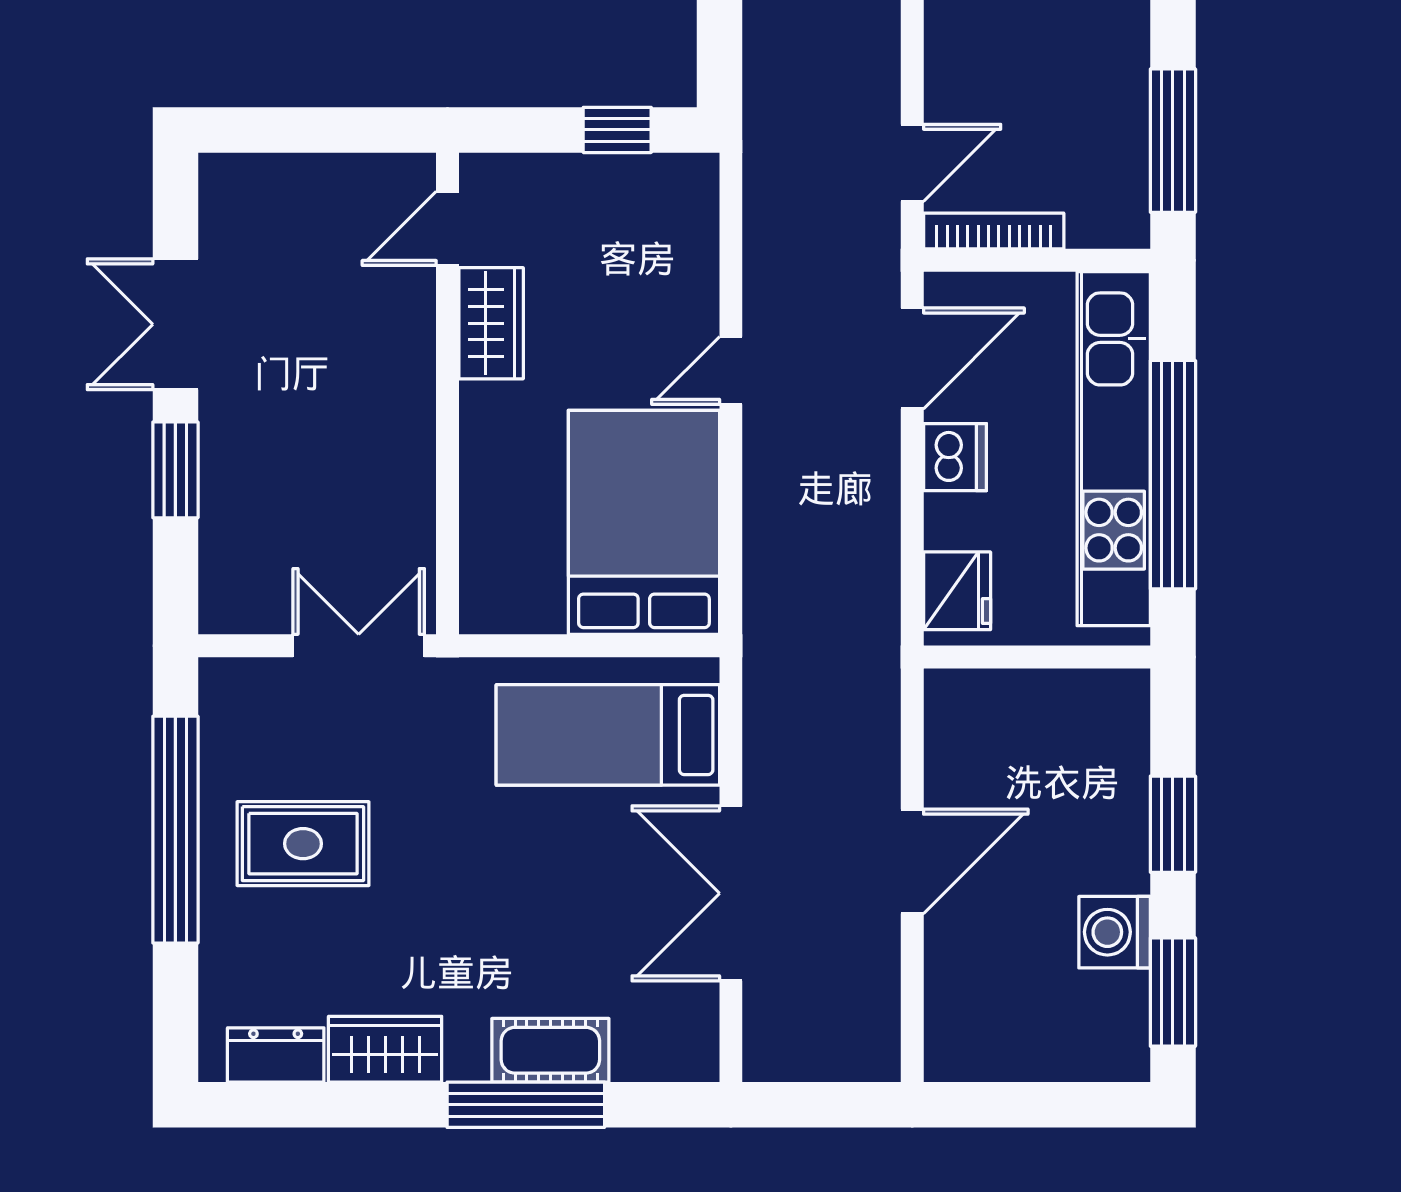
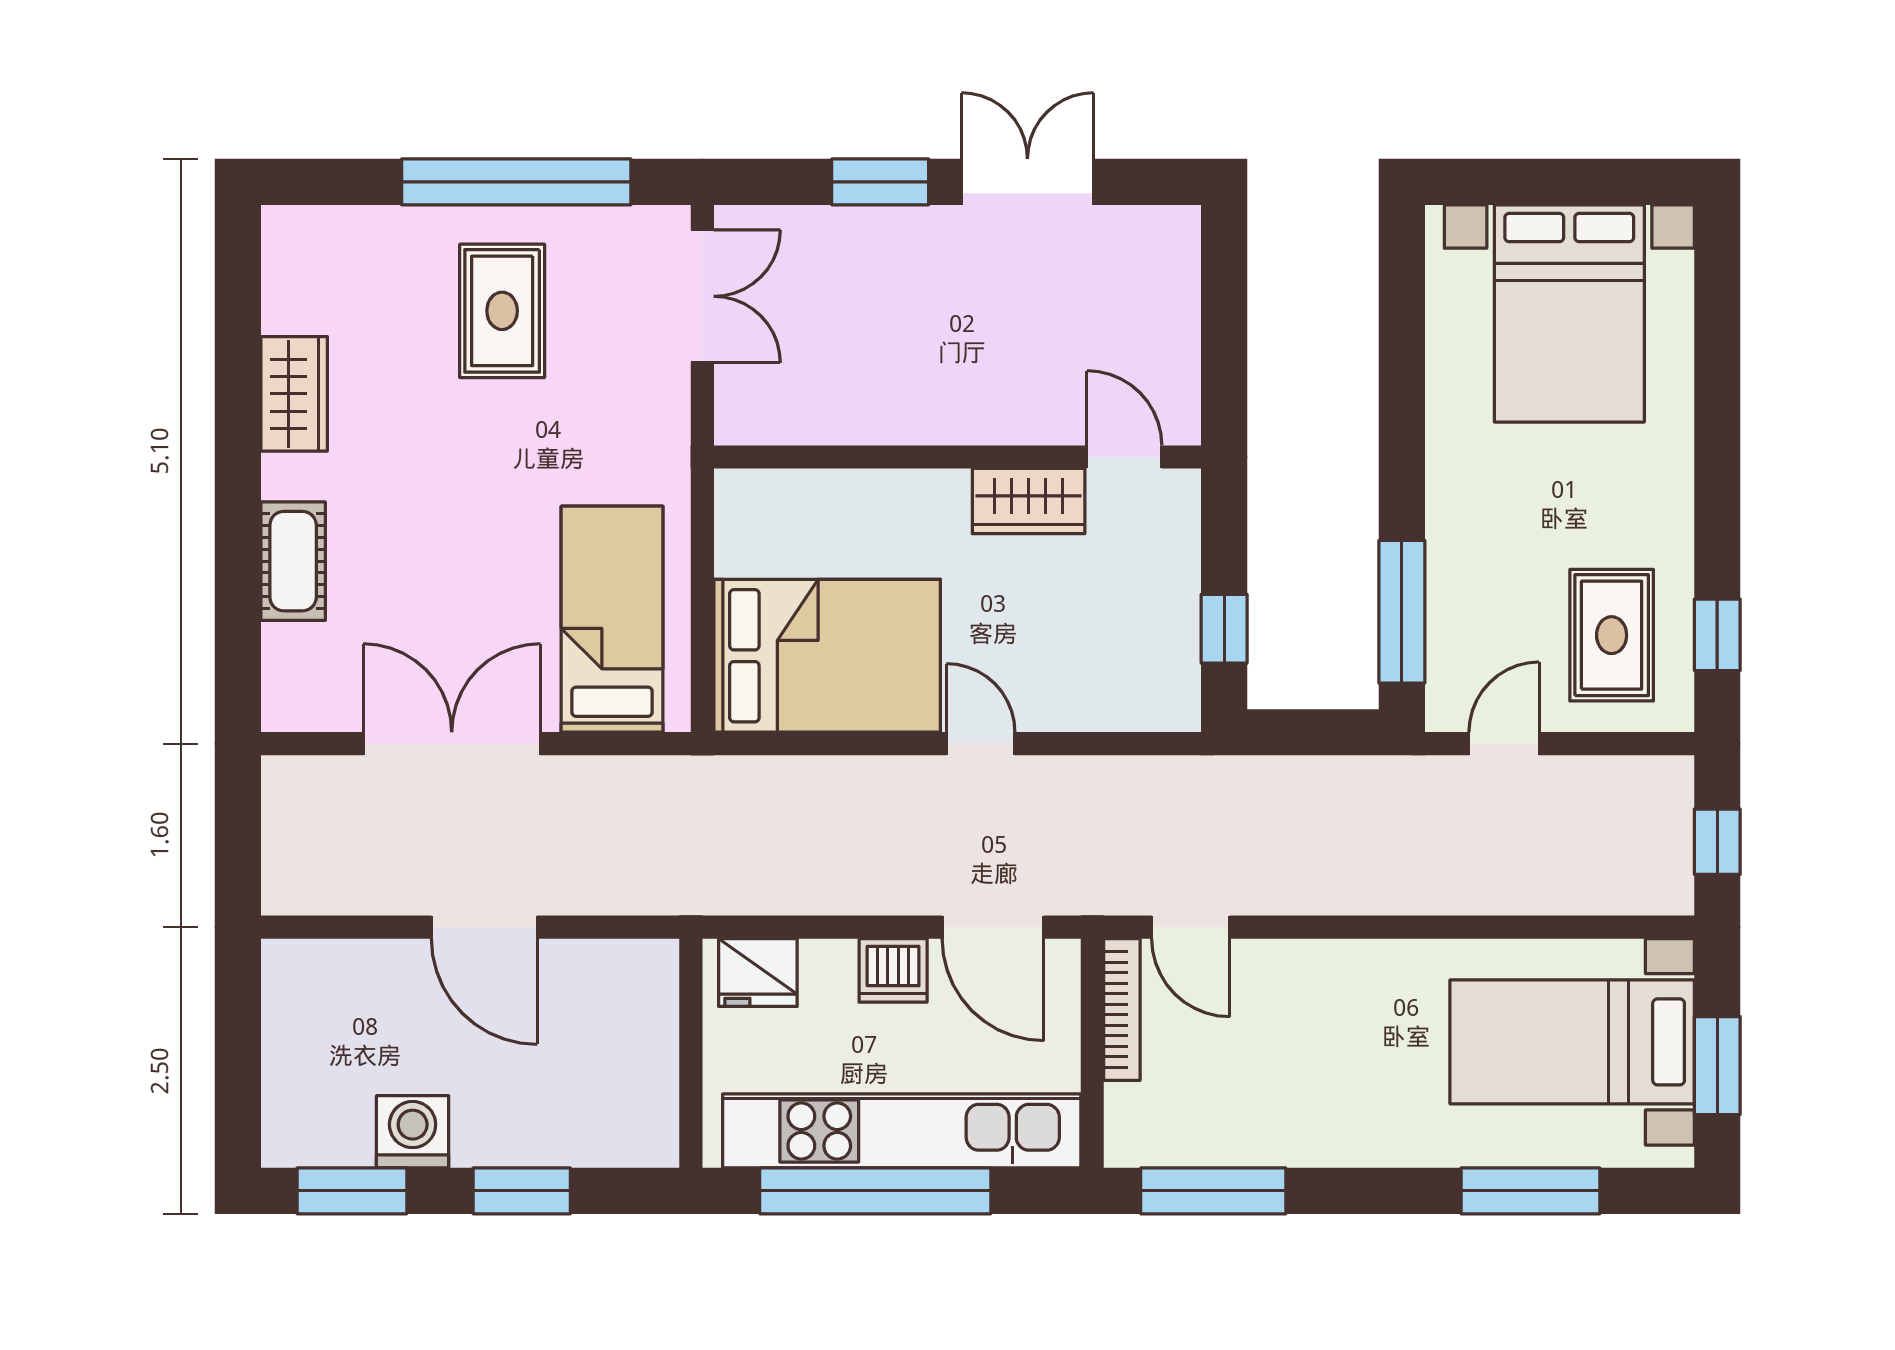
double door: (359, 646) -> (702, 296), moved
dresser: (276, 1055) -> (288, 283), removed
window: (526, 1105) -> (238, 536), removed

